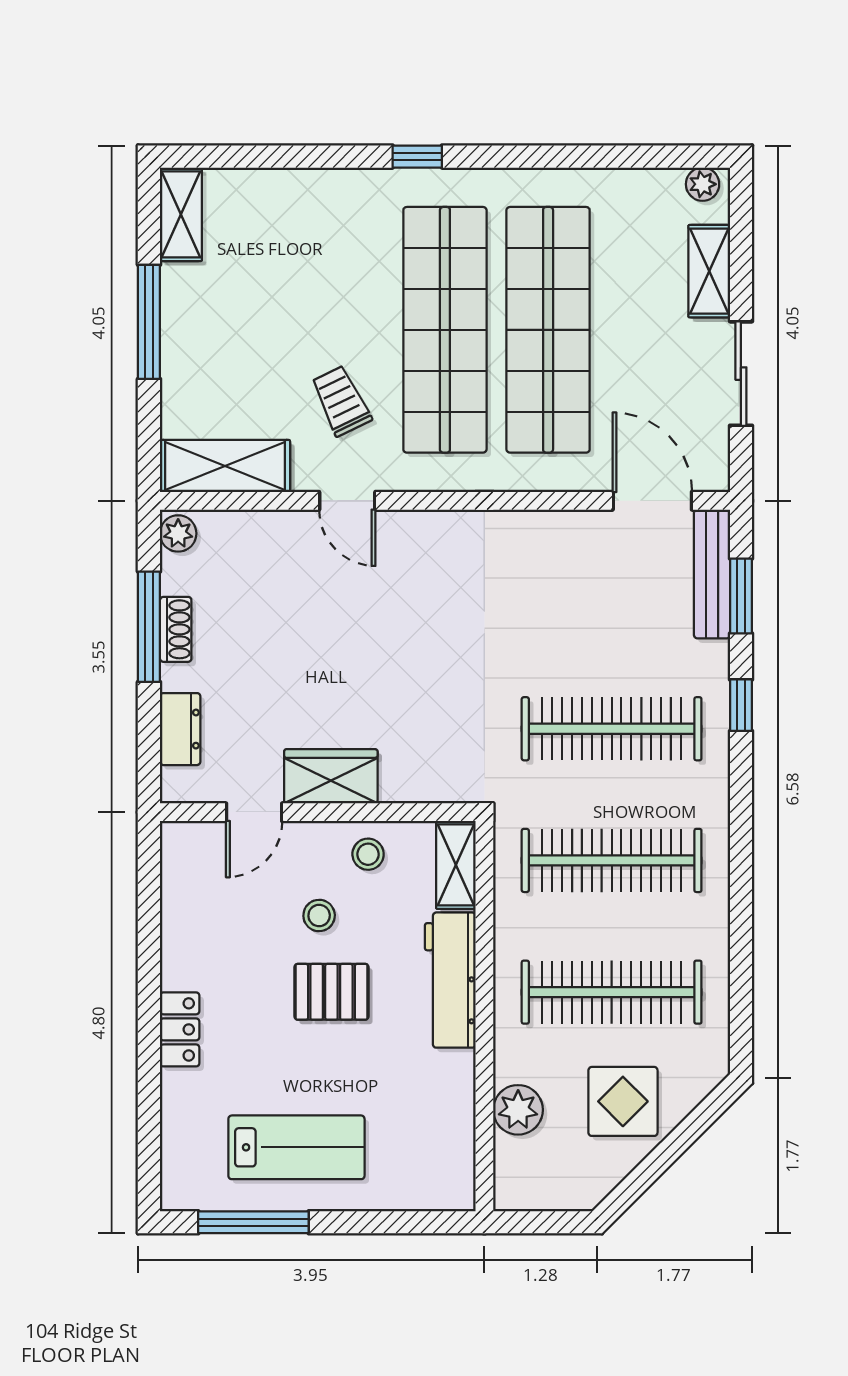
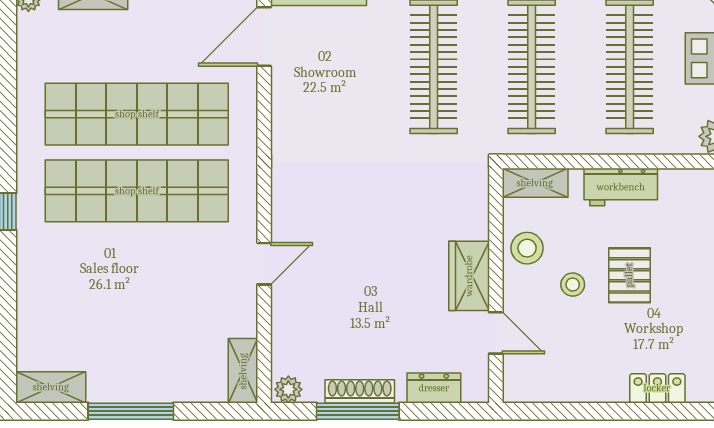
trolley: (341, 401) -> (190, 268), removed
shelving: (225, 466) -> (243, 371), width x0.67, depth x0.75
shoe rack: (176, 629) -> (360, 391), width x1.43
stool: (368, 854) -> (527, 248), width x1.37, depth x1.37
workbench: (450, 980) -> (621, 187), width x0.73

